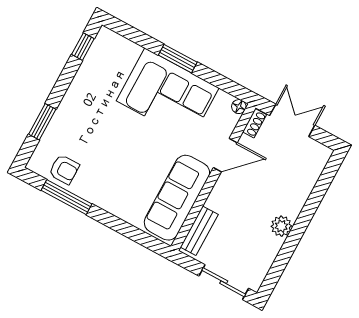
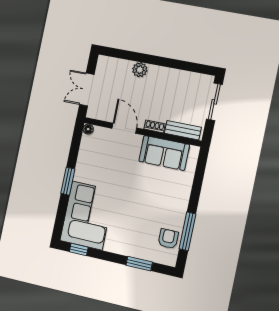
corner sofa: (168, 94) -> (87, 216), moved
shoe rack: (255, 123) -> (155, 126), moved
sofa: (177, 198) -> (164, 153), width x0.73
plant: (281, 226) -> (140, 70), moved

